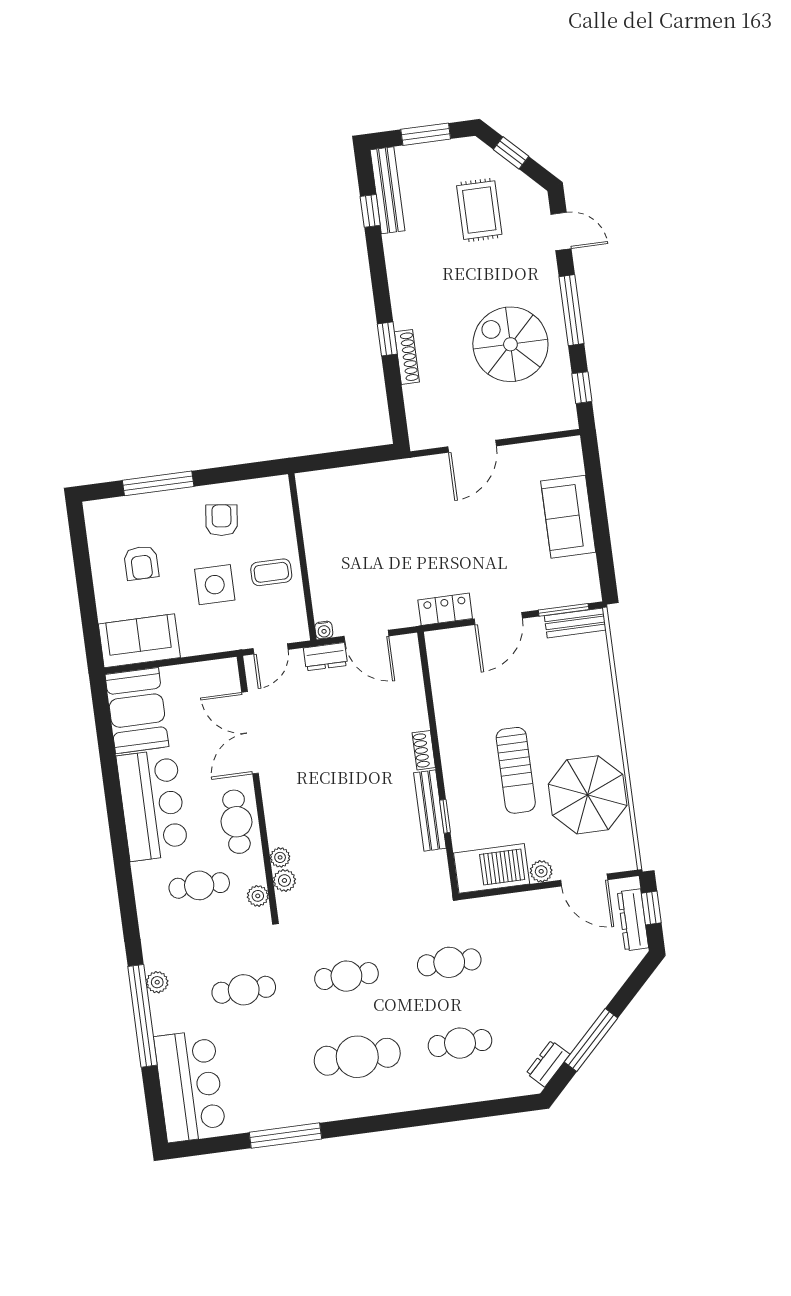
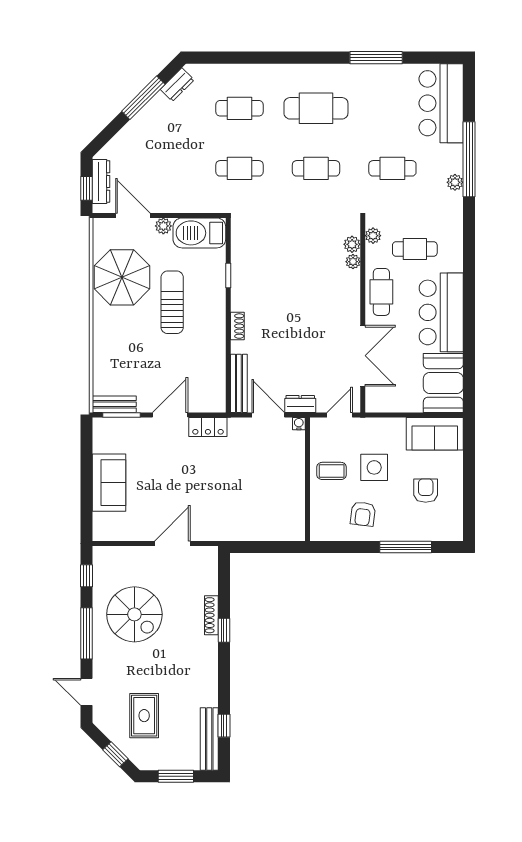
bench: (430, 811) -> (239, 383), moved

